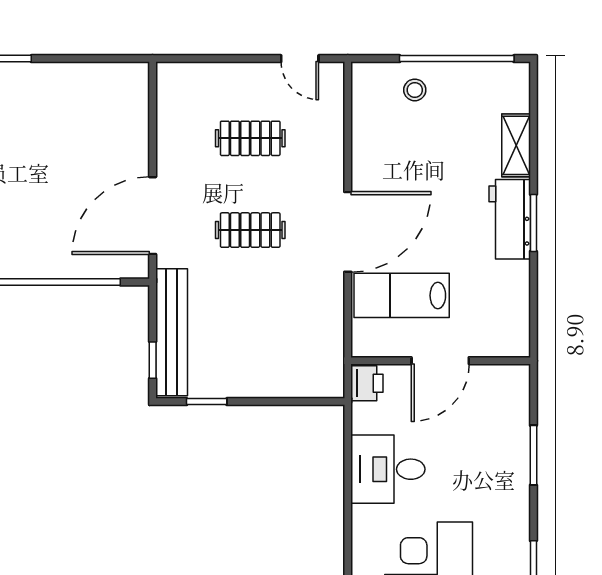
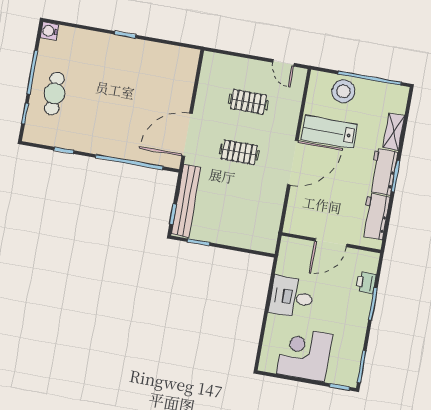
stool: (415, 90) -> (343, 91), width x1.89, depth x1.89
lab bench: (402, 295) -> (329, 132), moved
workbench: (510, 301) -> (375, 217), added
printer: (367, 383) -> (366, 282), moved, turned 180

